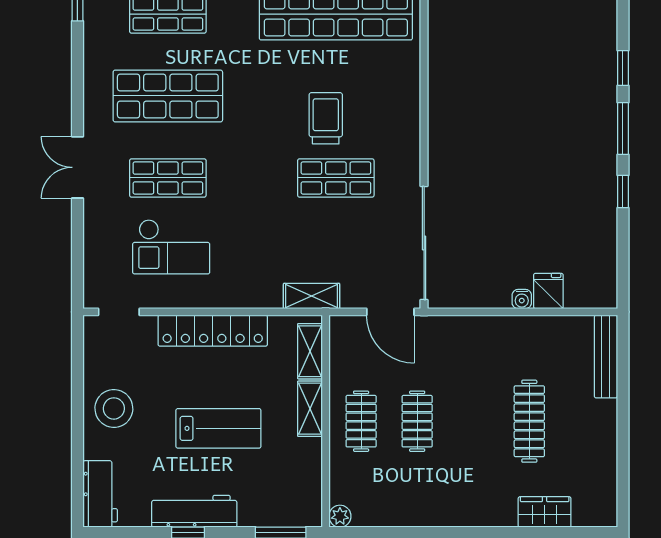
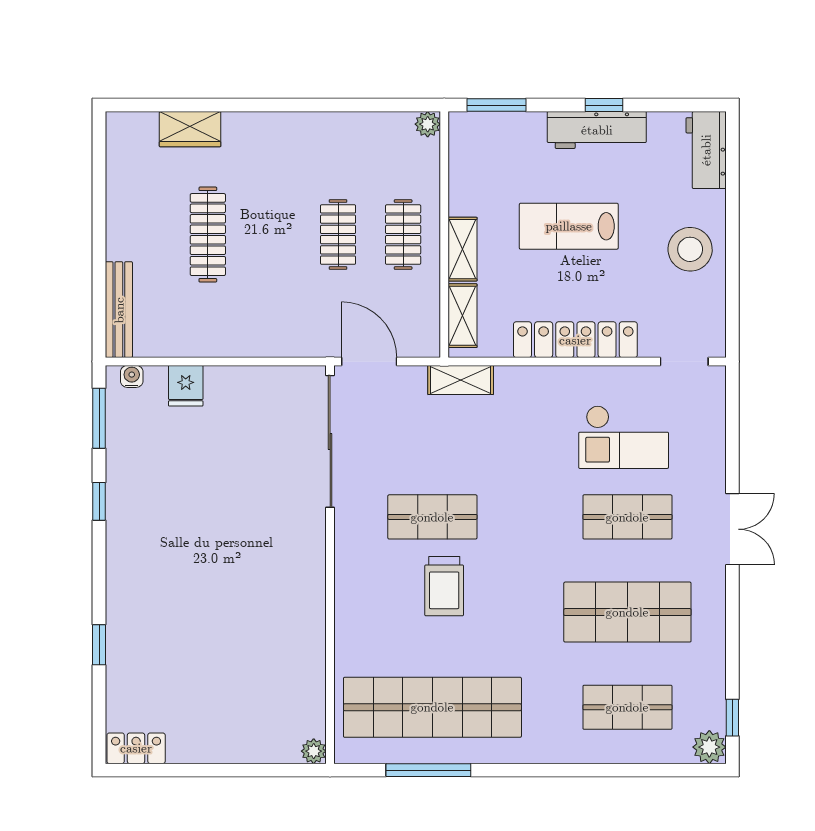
window: (623, 128) -> (99, 418), moved
checkout: (171, 247) -> (624, 437), turned 180
water cooler: (522, 299) -> (132, 376), moved

